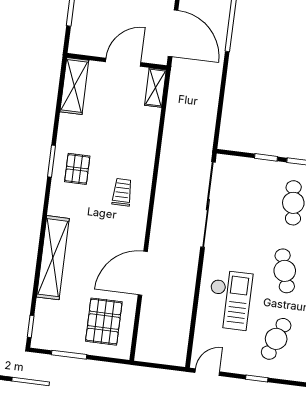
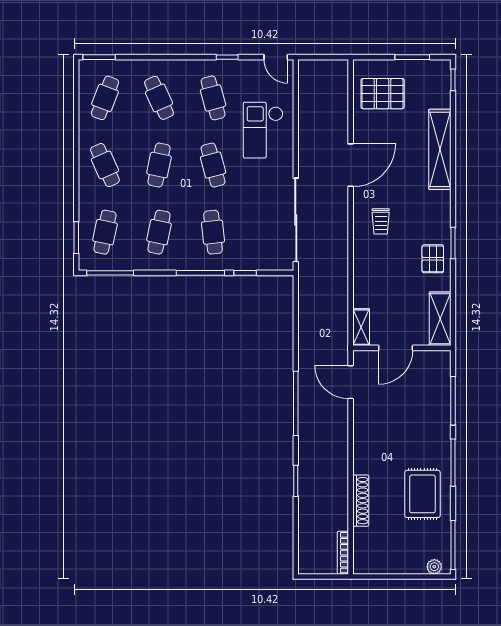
door: (173, 33) -> (351, 382), width x0.73
pallet: (77, 169) -> (433, 259), moved
door: (143, 273) -> (351, 165), moved
pallet: (104, 322) -> (383, 94), turned 90
cafe table: (276, 339) -> (213, 98), turned -36
door: (207, 372) -> (276, 57), hinge flipped

